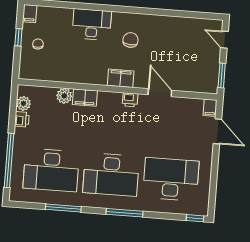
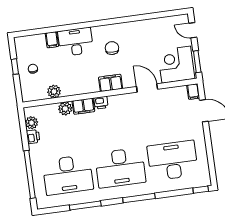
filing cabinet: (30, 14) -> (52, 40), moved
plant: (56, 74) -> (54, 91), added
corner desk: (198, 74) -> (176, 65), added
printer: (130, 100) -> (101, 103), moved

